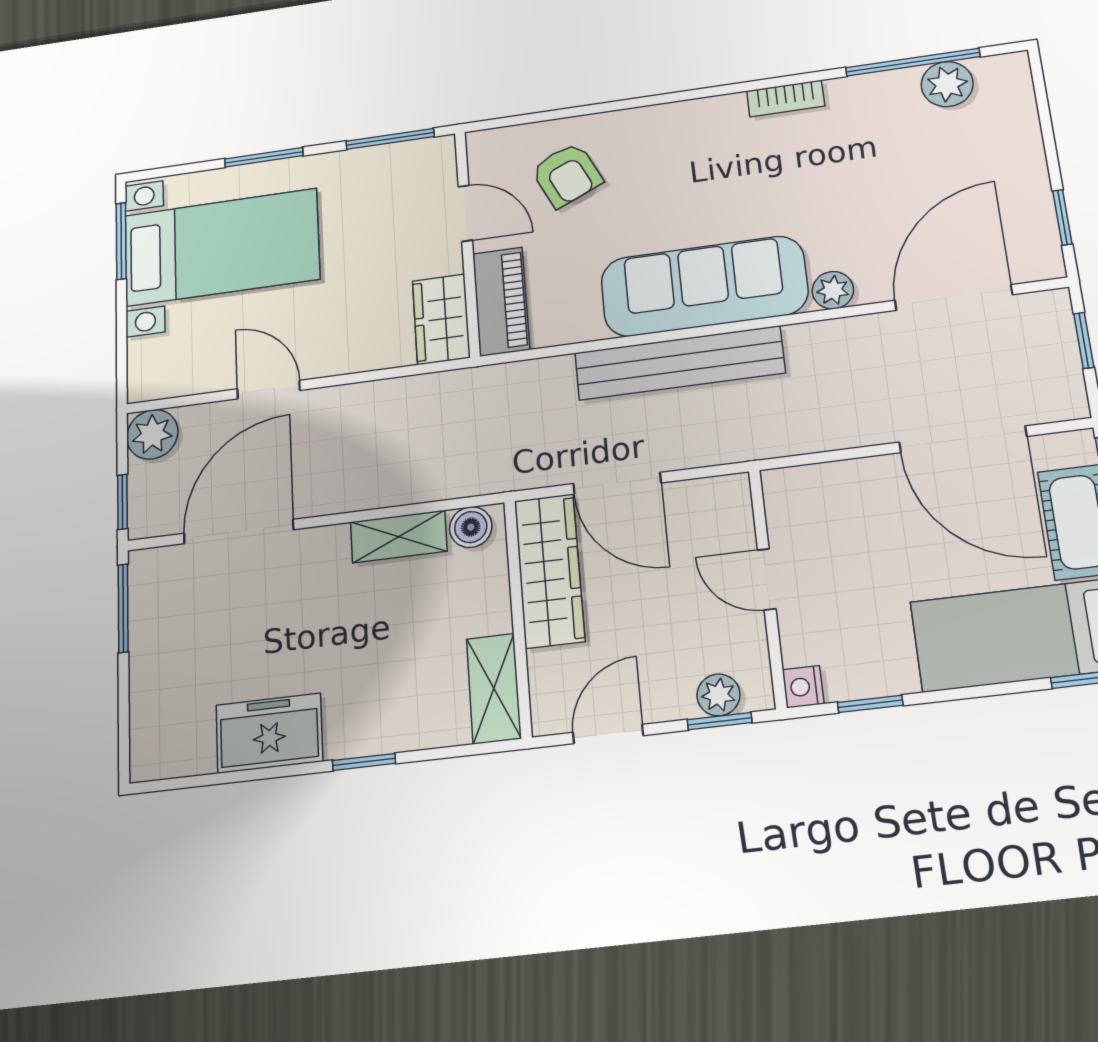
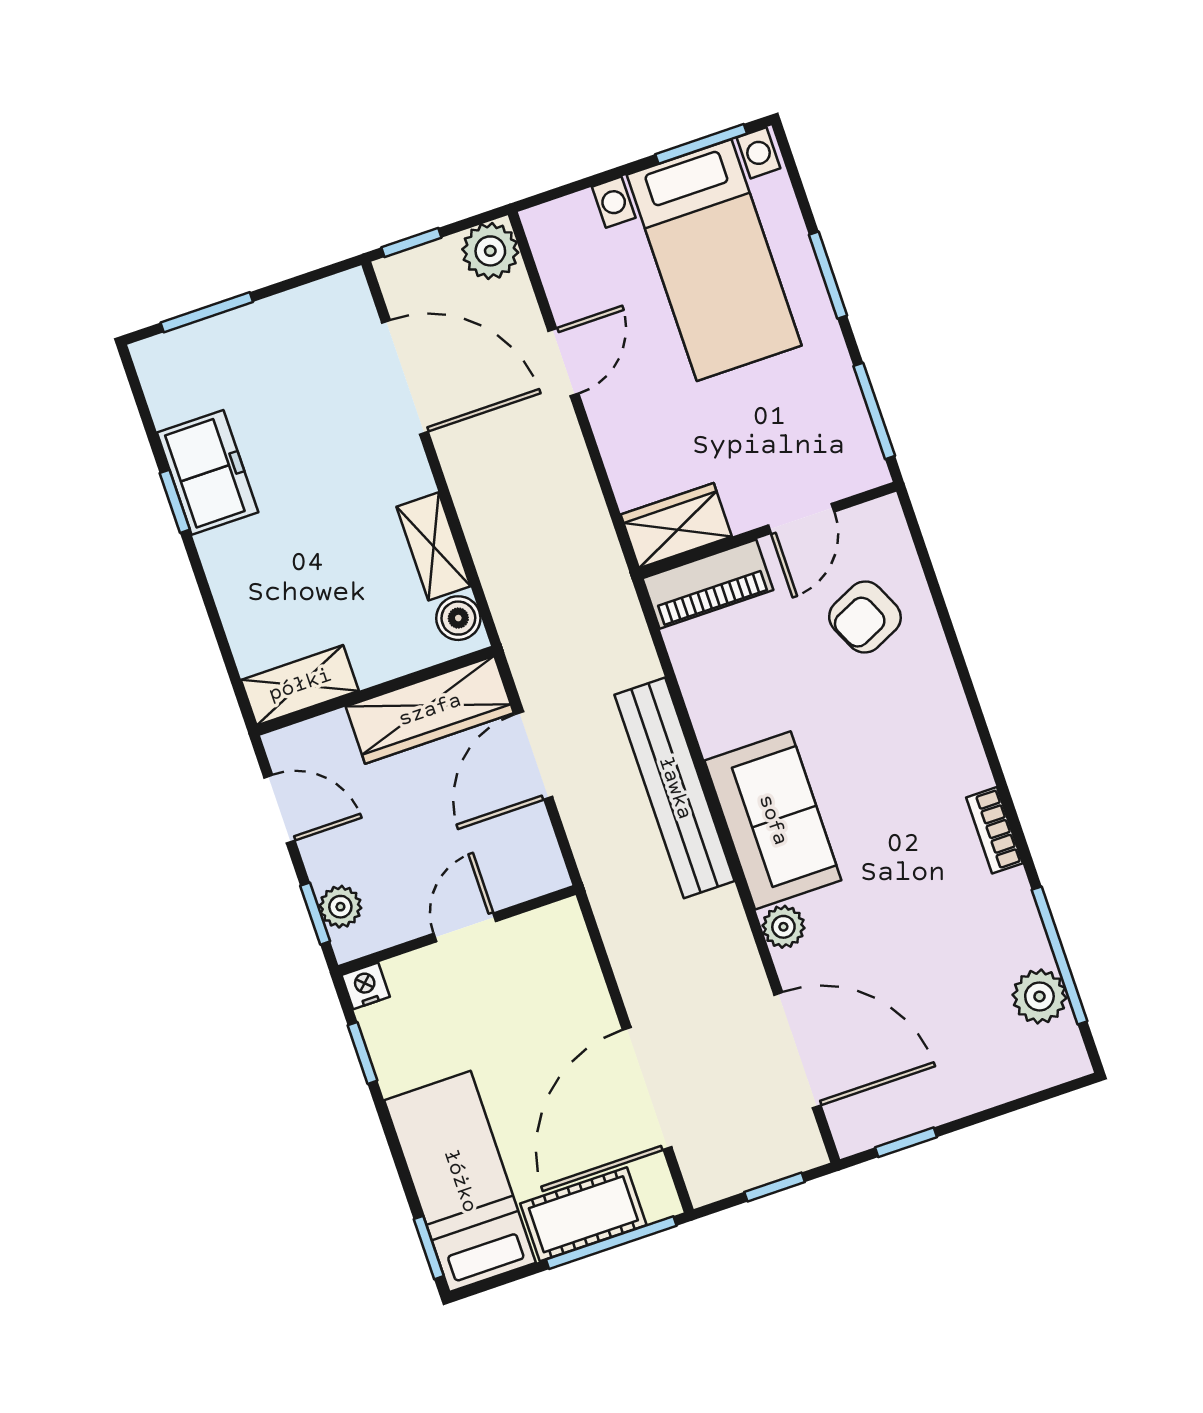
sofa: (704, 286) -> (773, 820), width x0.73
window: (123, 608) -> (207, 312), moved
window: (364, 762) -> (175, 501), moved

